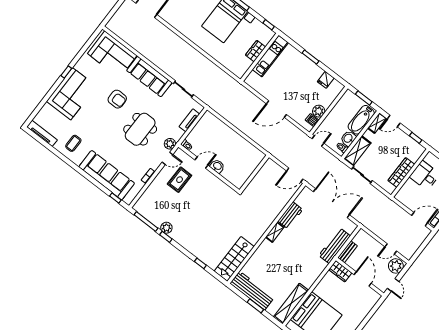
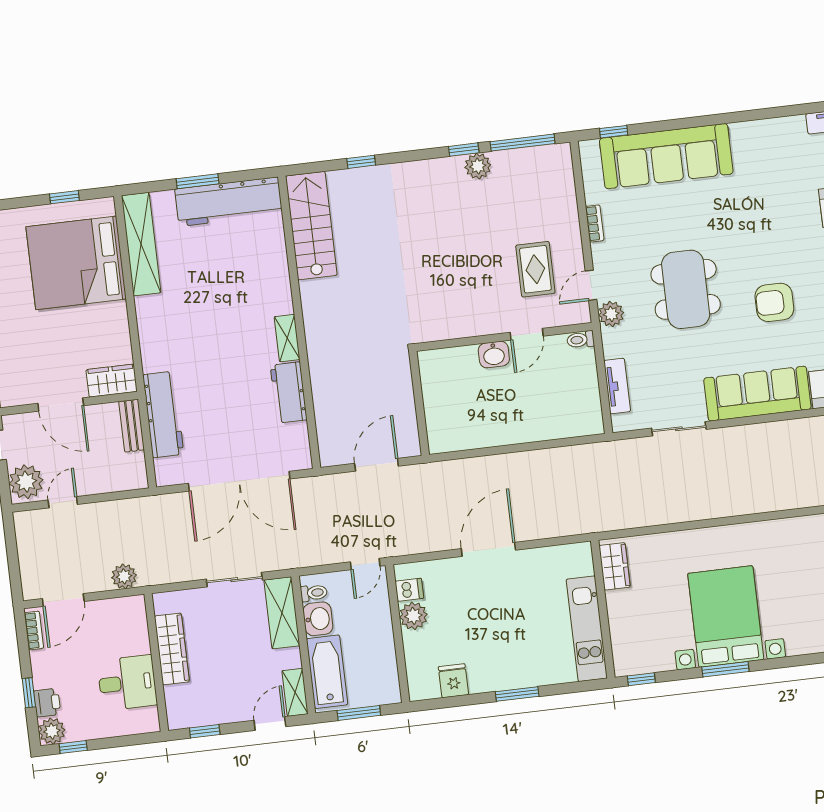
wardrobe: (255, 51) -> (615, 566), moved
coffee table: (73, 143) -> (775, 155), removed
door: (295, 175) -> (377, 465), moved
plant: (394, 208) -> (124, 576), added

